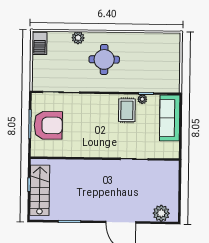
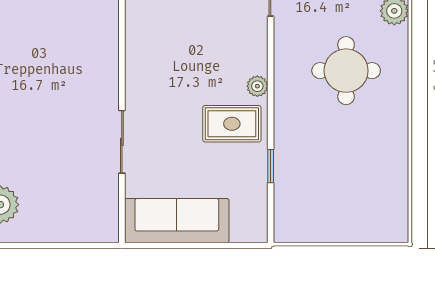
plant: (142, 99) -> (257, 86), moved
sofa: (170, 118) -> (177, 221), moved

